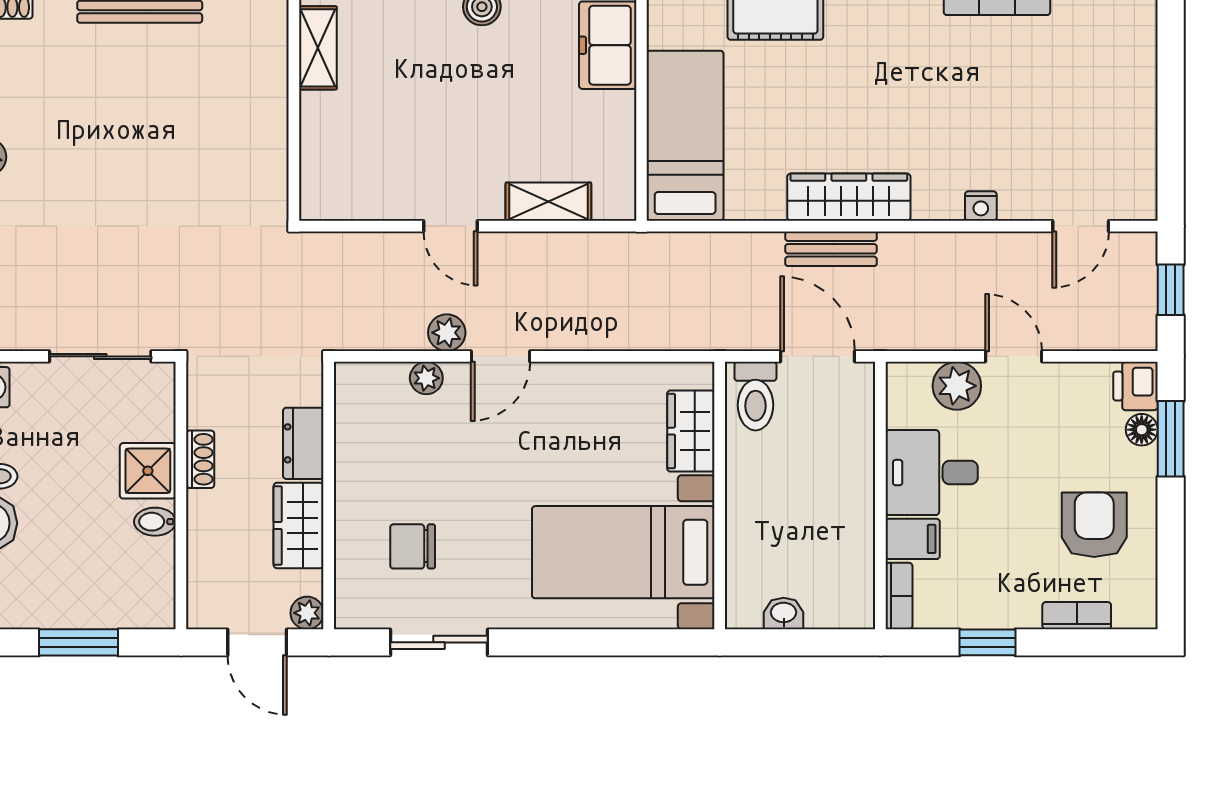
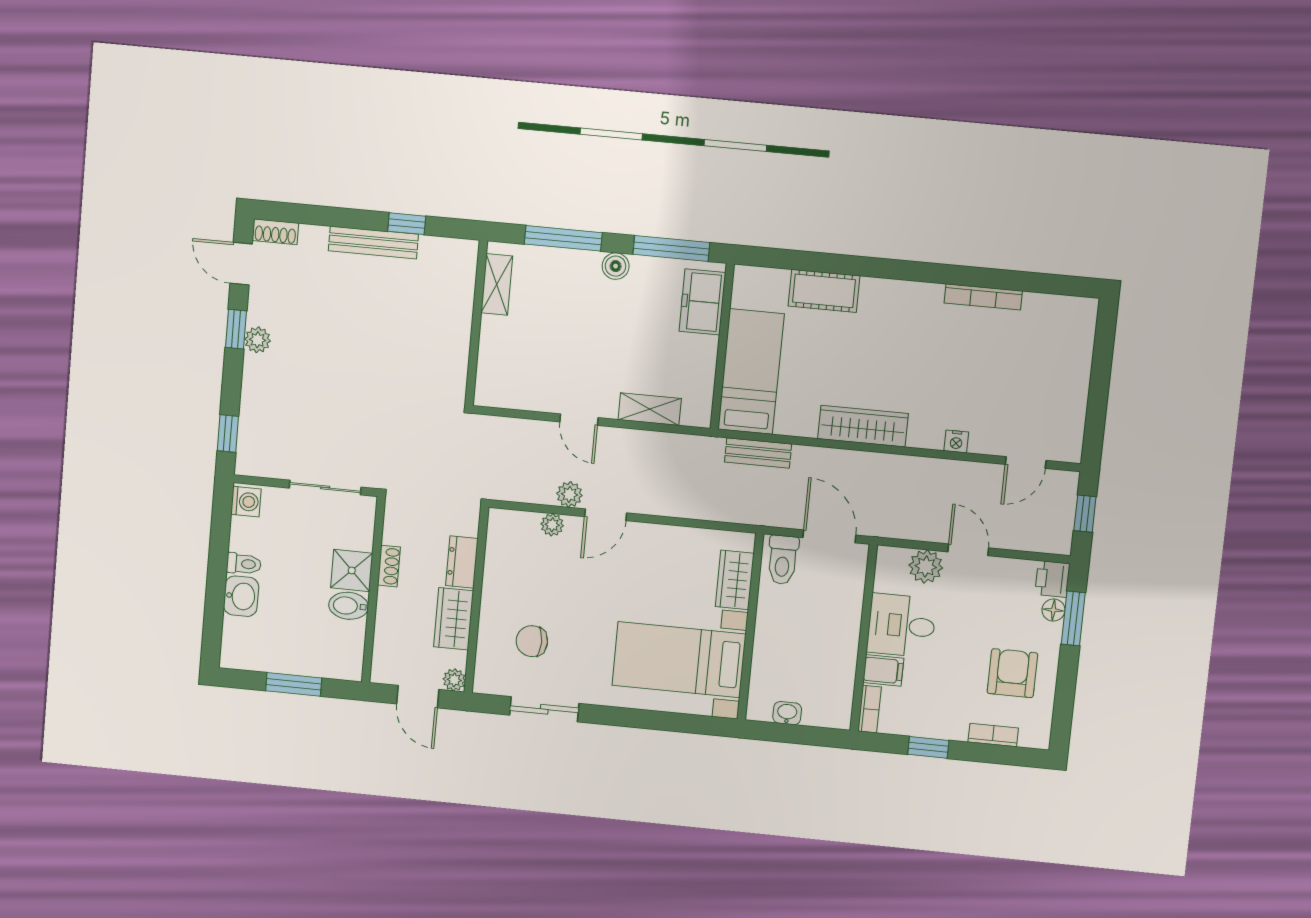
bench: (831, 249) -> (758, 453), moved
bidet: (155, 522) -> (349, 606), width x1.38, depth x1.36

